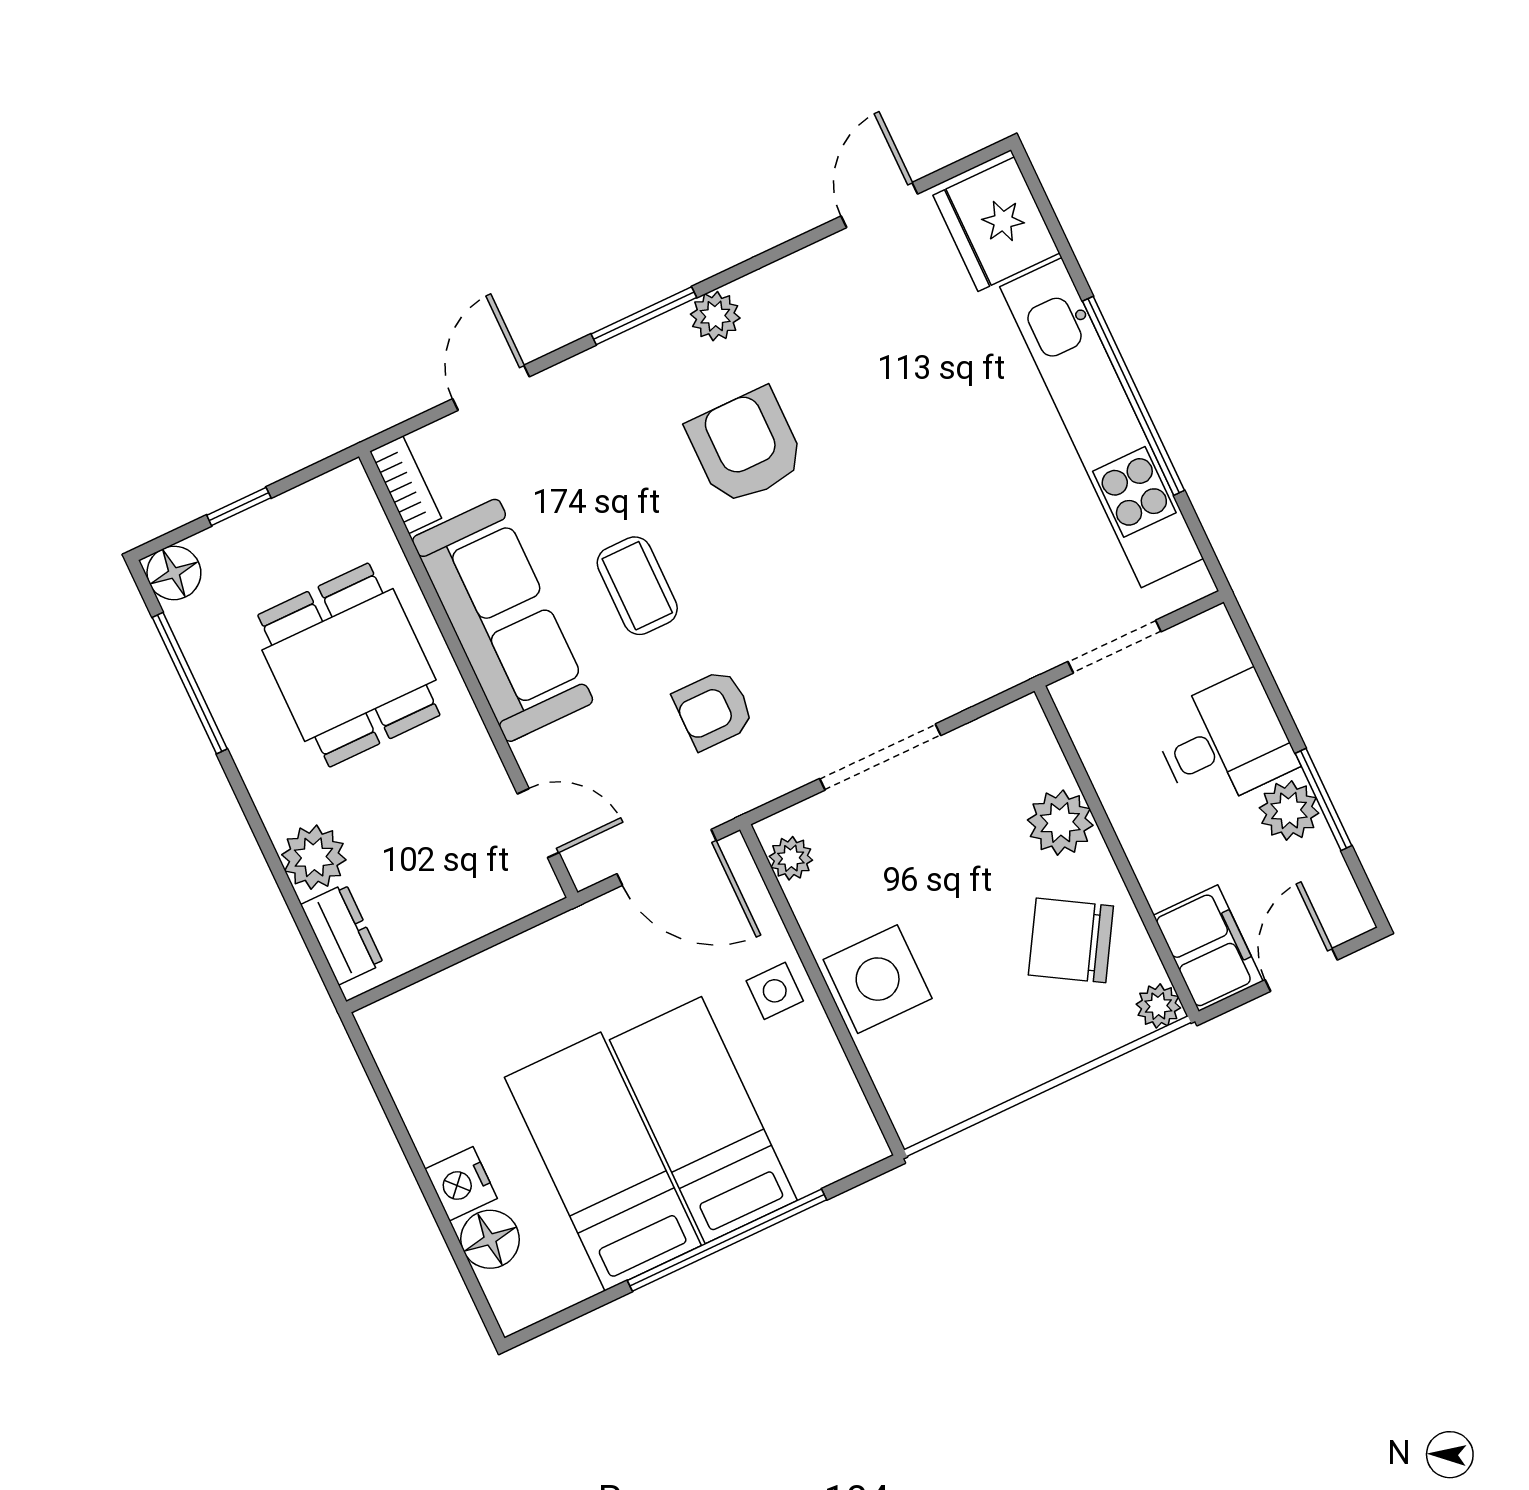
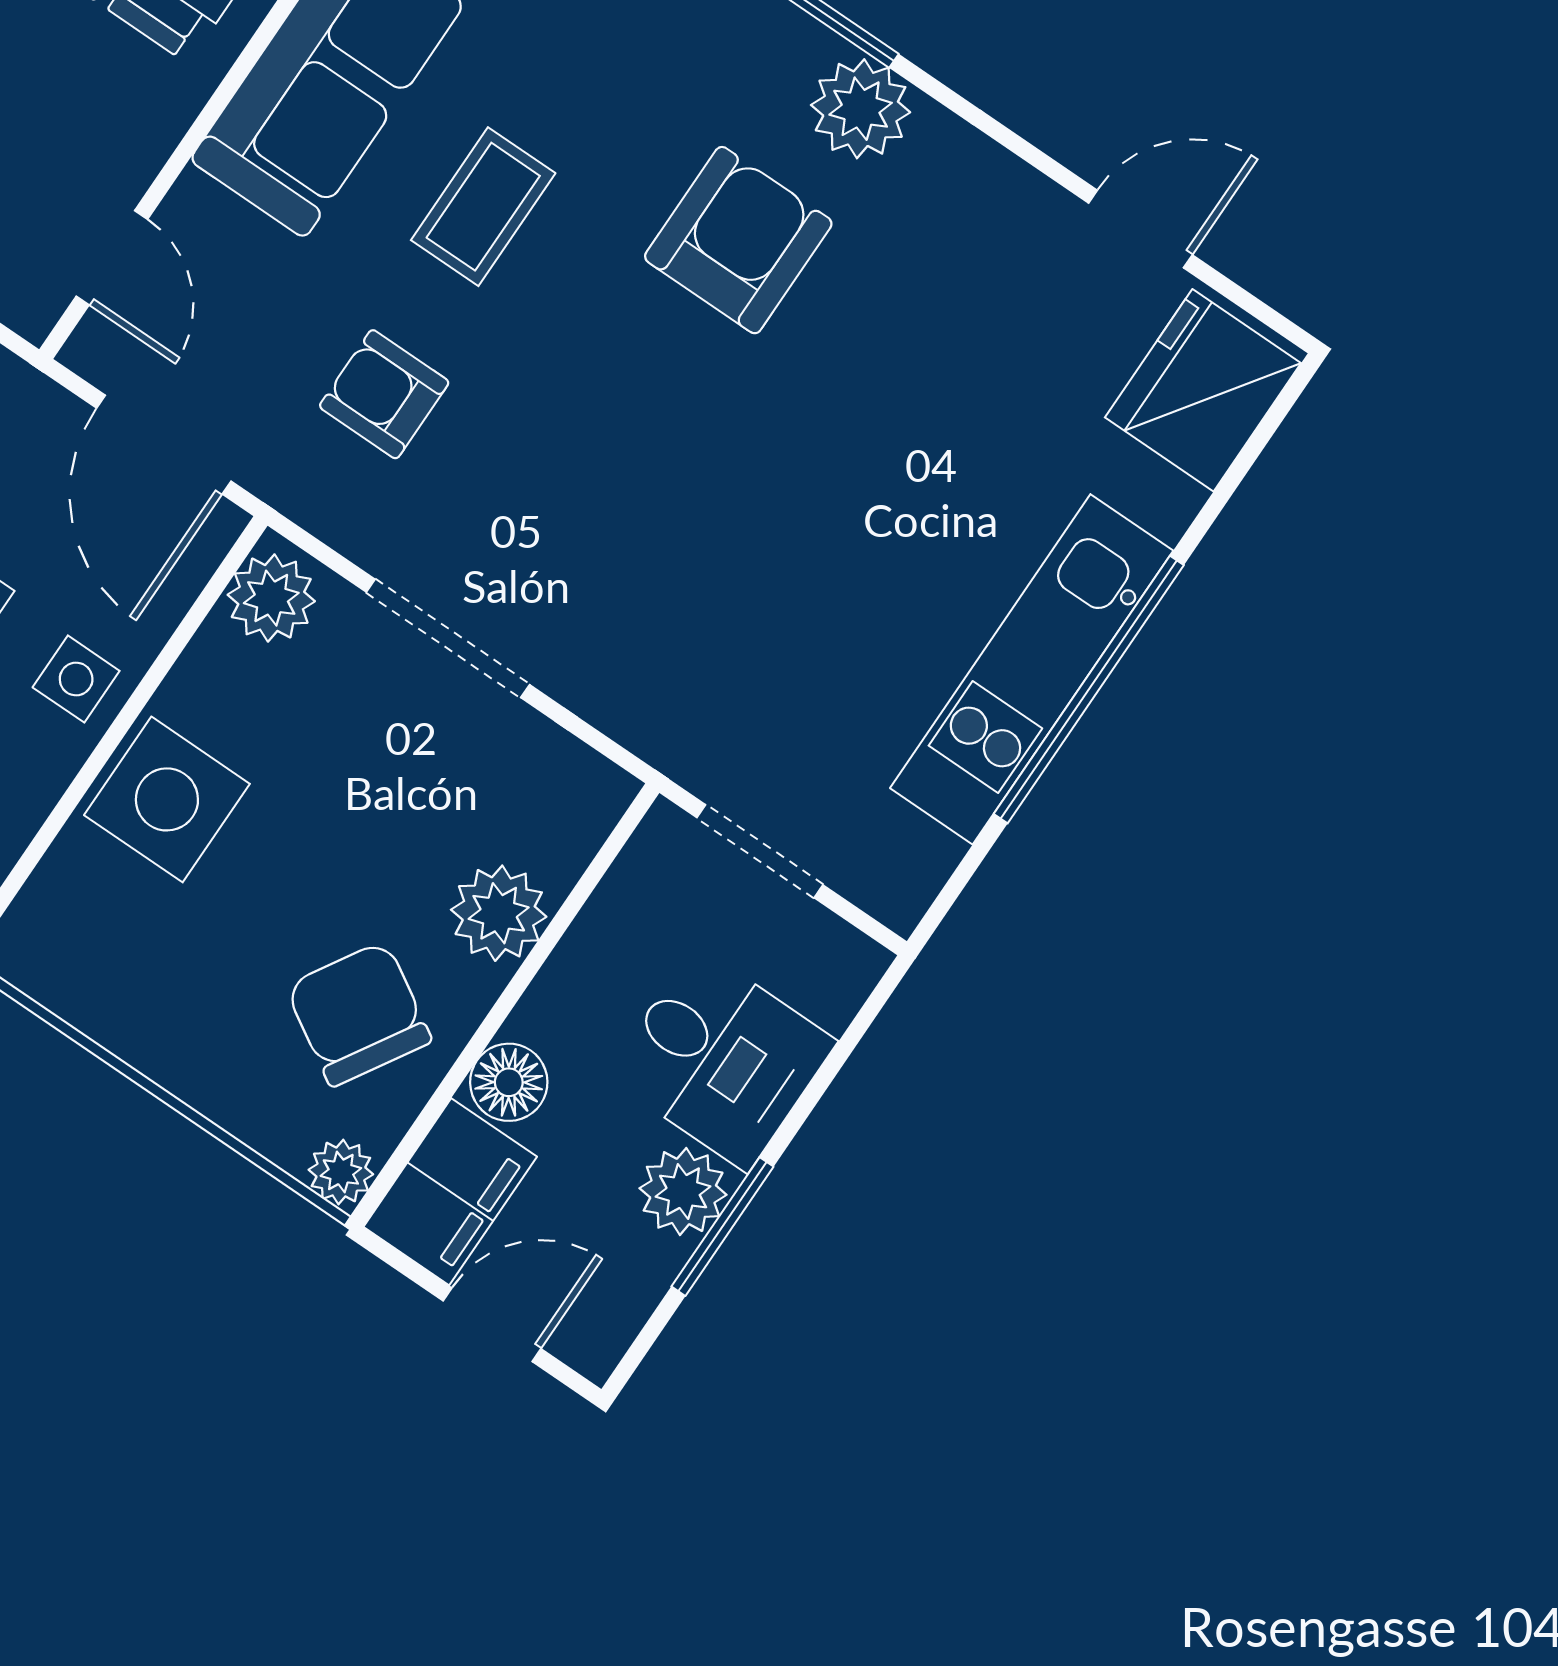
plant: (715, 316) -> (861, 109), width x1.38, depth x1.38
kitchen unit: (1102, 423) -> (1032, 669), width x0.73
plant: (791, 858) -> (271, 598), width x1.38, depth x1.38
floor lamp: (1164, 876) -> (509, 1082), added

